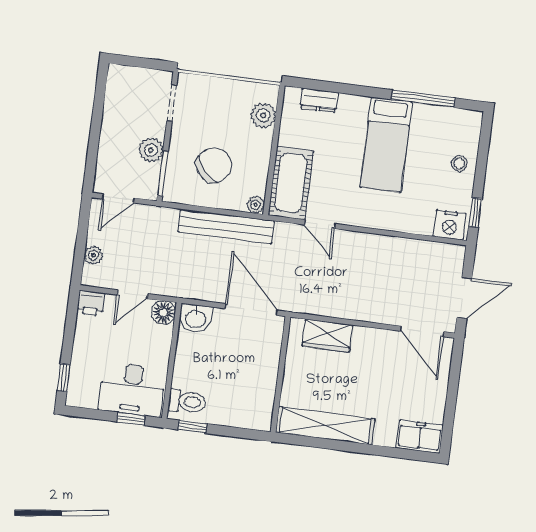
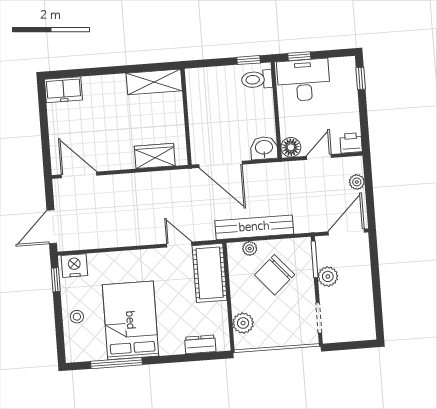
bed: (386, 145) -> (130, 320), width x1.50
door: (118, 198) -> (346, 232), width x1.37
plant: (256, 205) -> (250, 248), moved
door: (464, 298) -> (52, 227), moved
shelving: (325, 426) -> (154, 82), width x0.68

